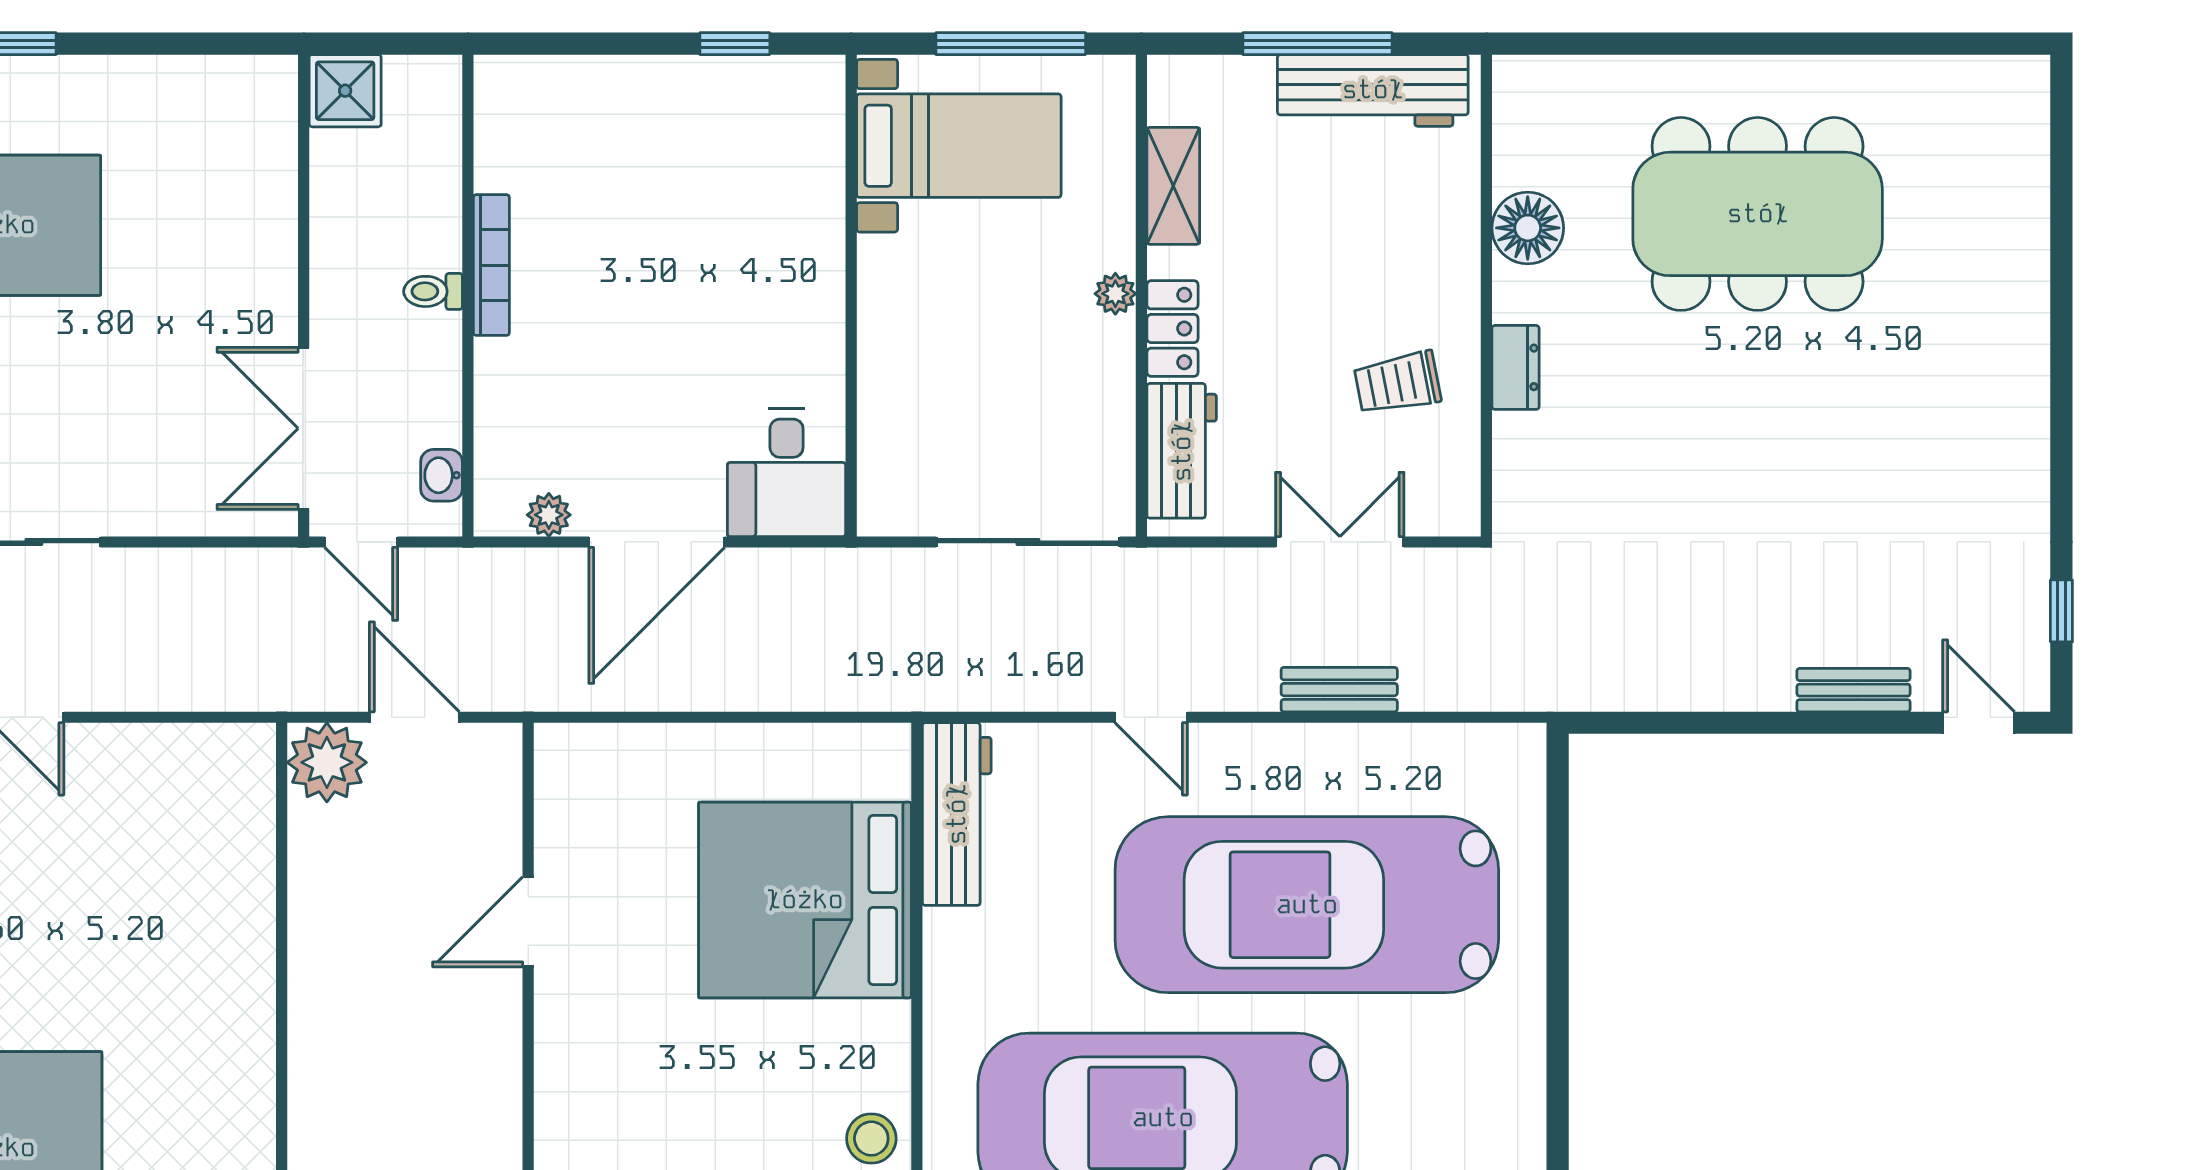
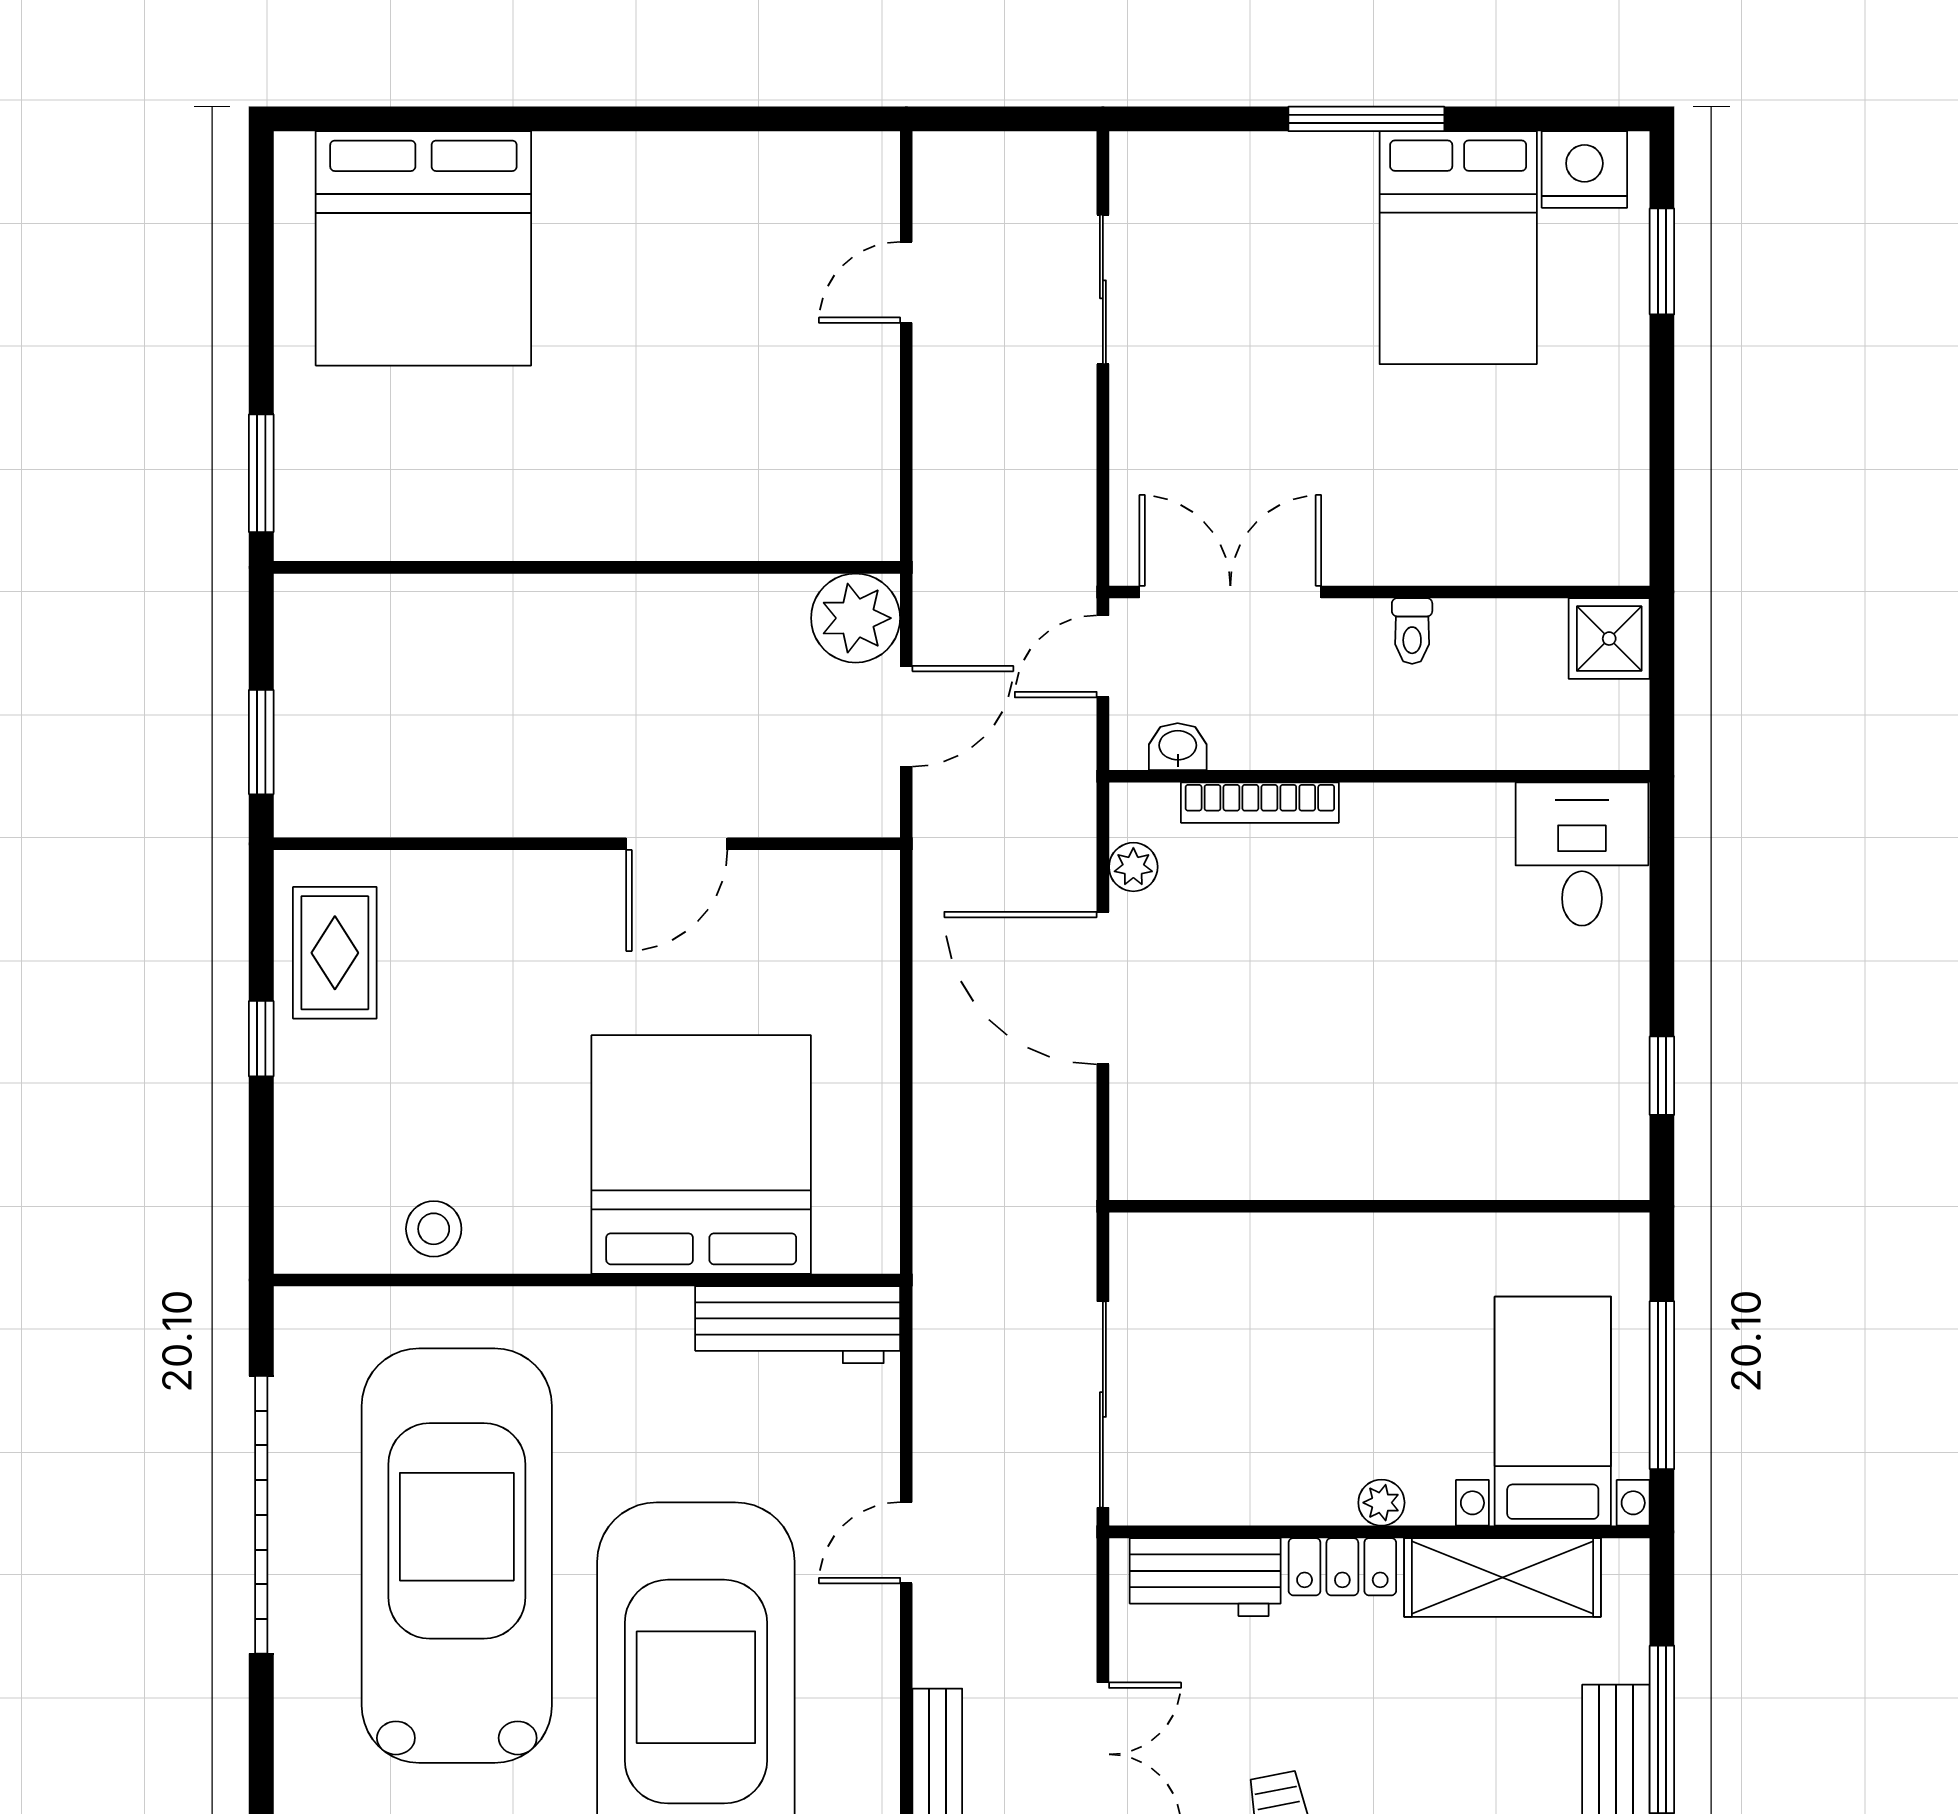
bed with nightstands: (959, 146) -> (1553, 1411), moved, turned 180
shelving: (1173, 186) -> (1502, 1577), width x1.50, depth x1.33
bookcase: (491, 265) -> (1260, 803), moved
toilet: (433, 291) -> (1412, 631), moved, turned 180
desk: (787, 473) -> (1582, 854), moved, turned 90
door: (528, 922) -> (677, 844), swing flipped

